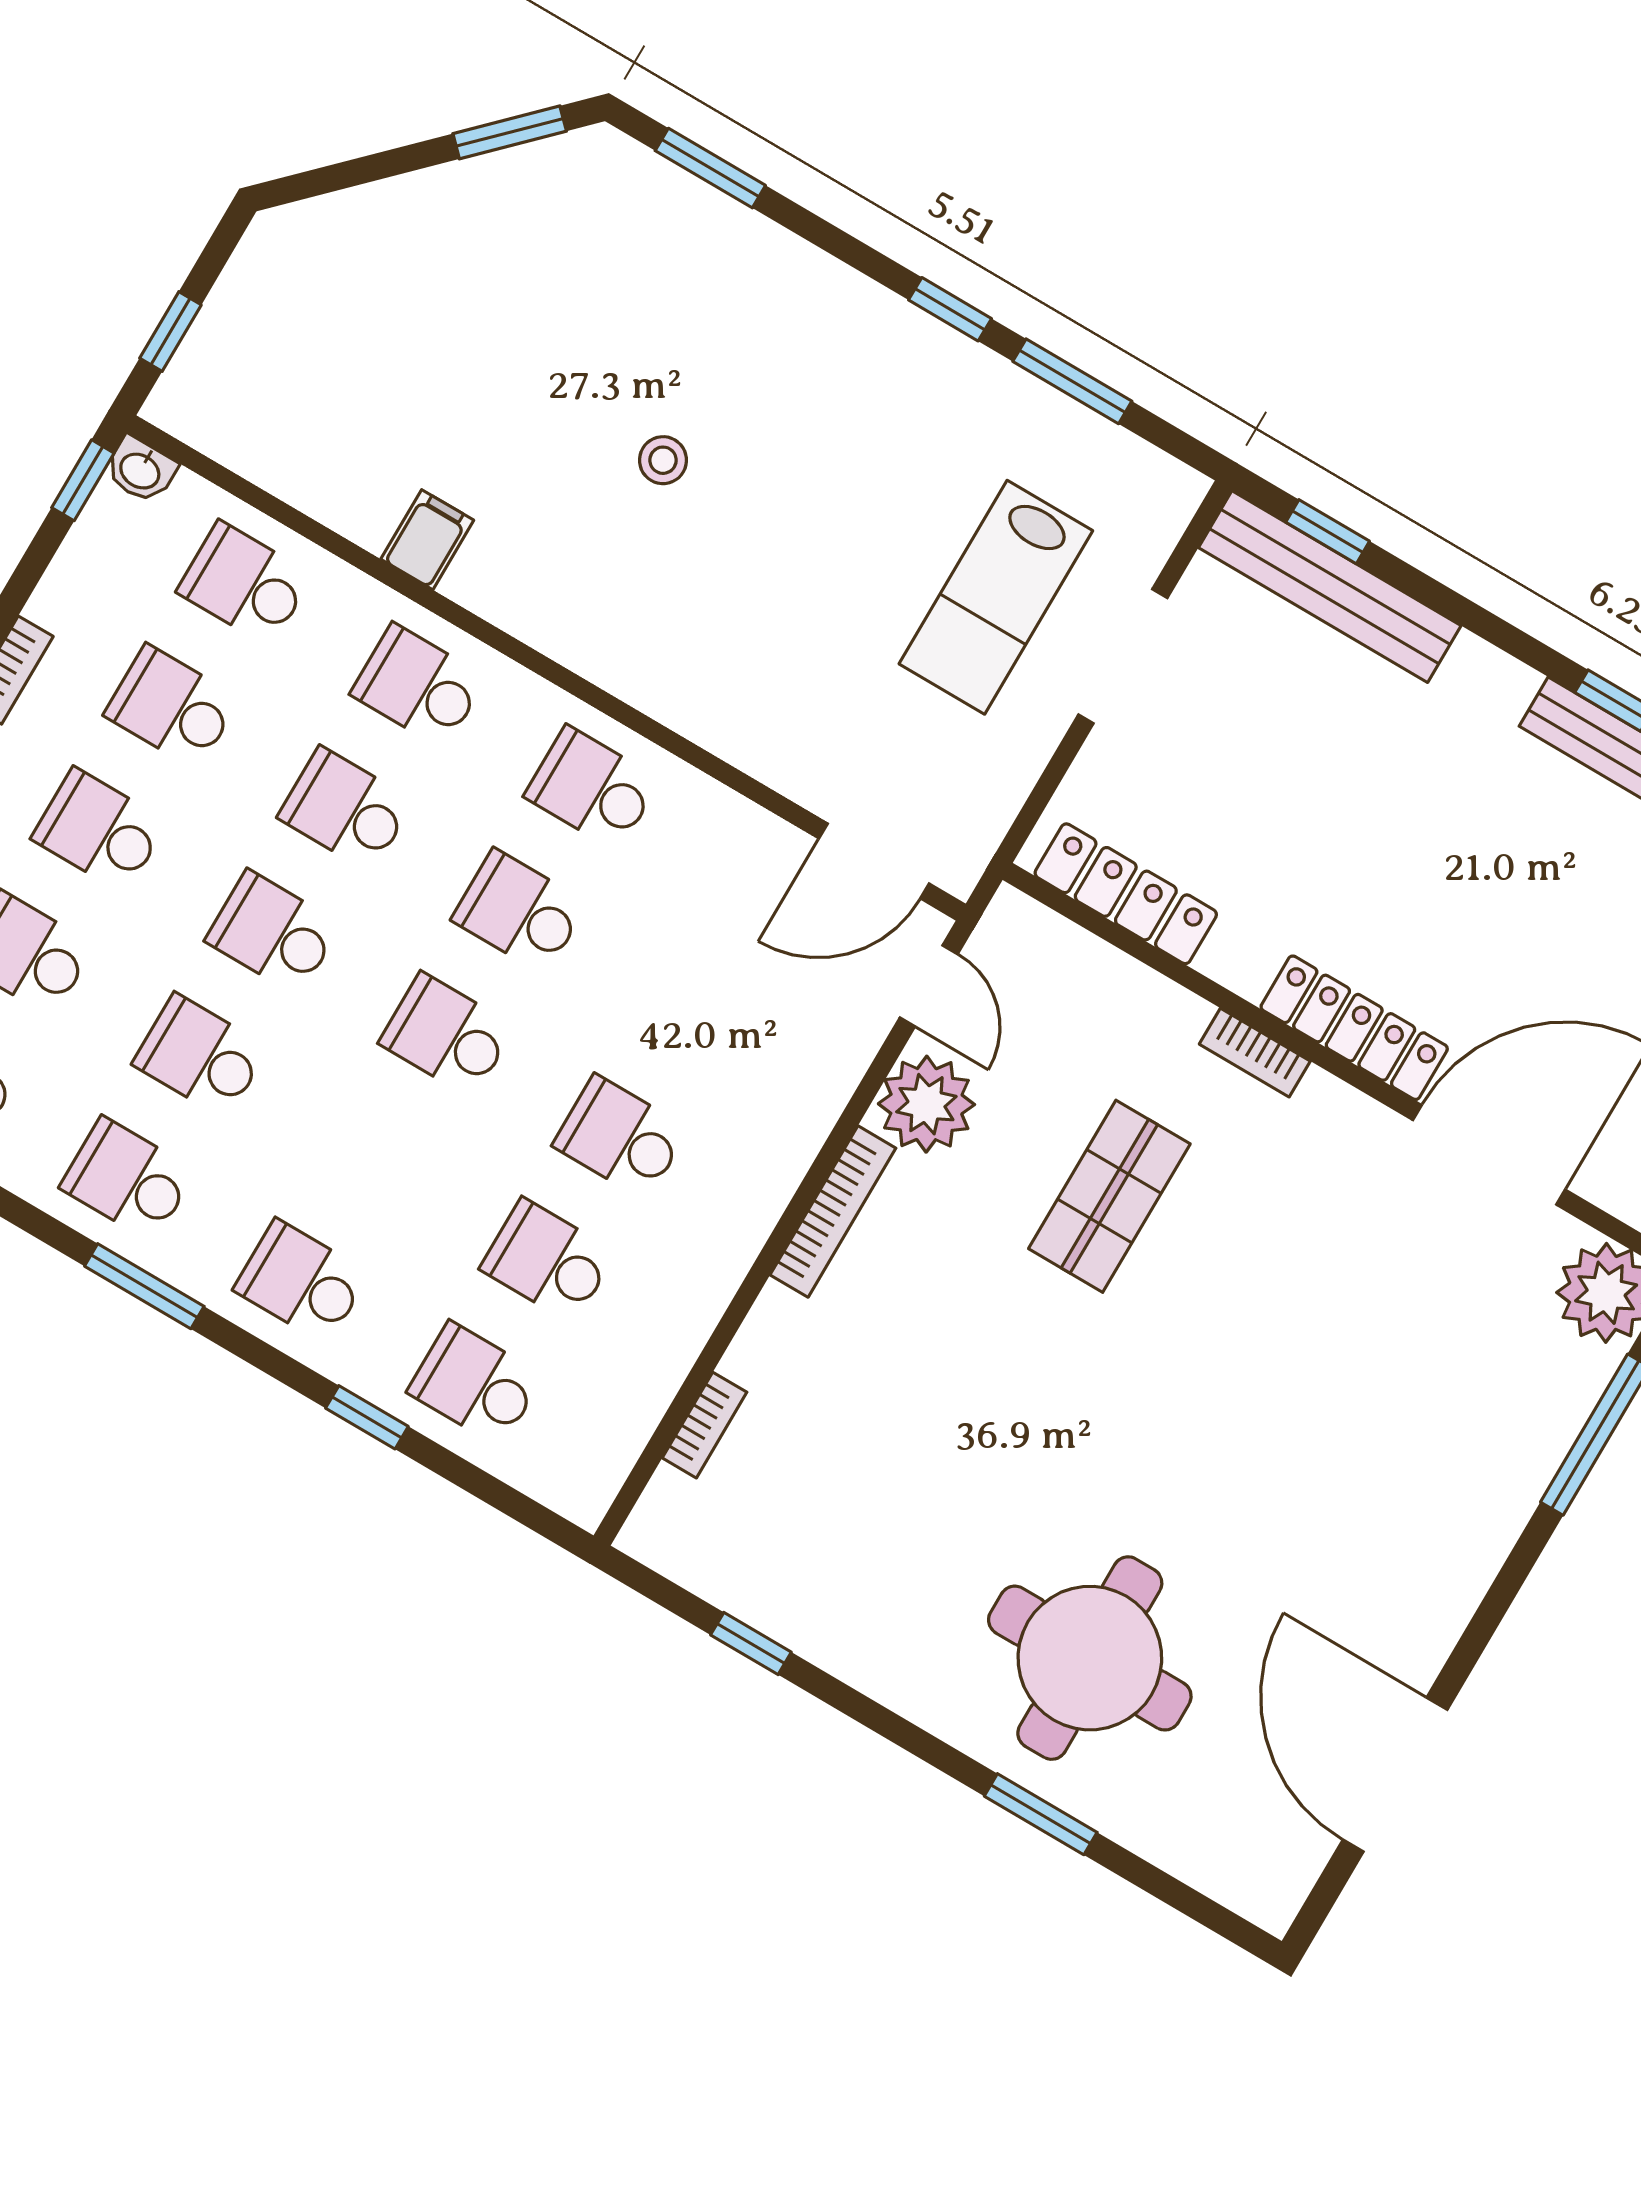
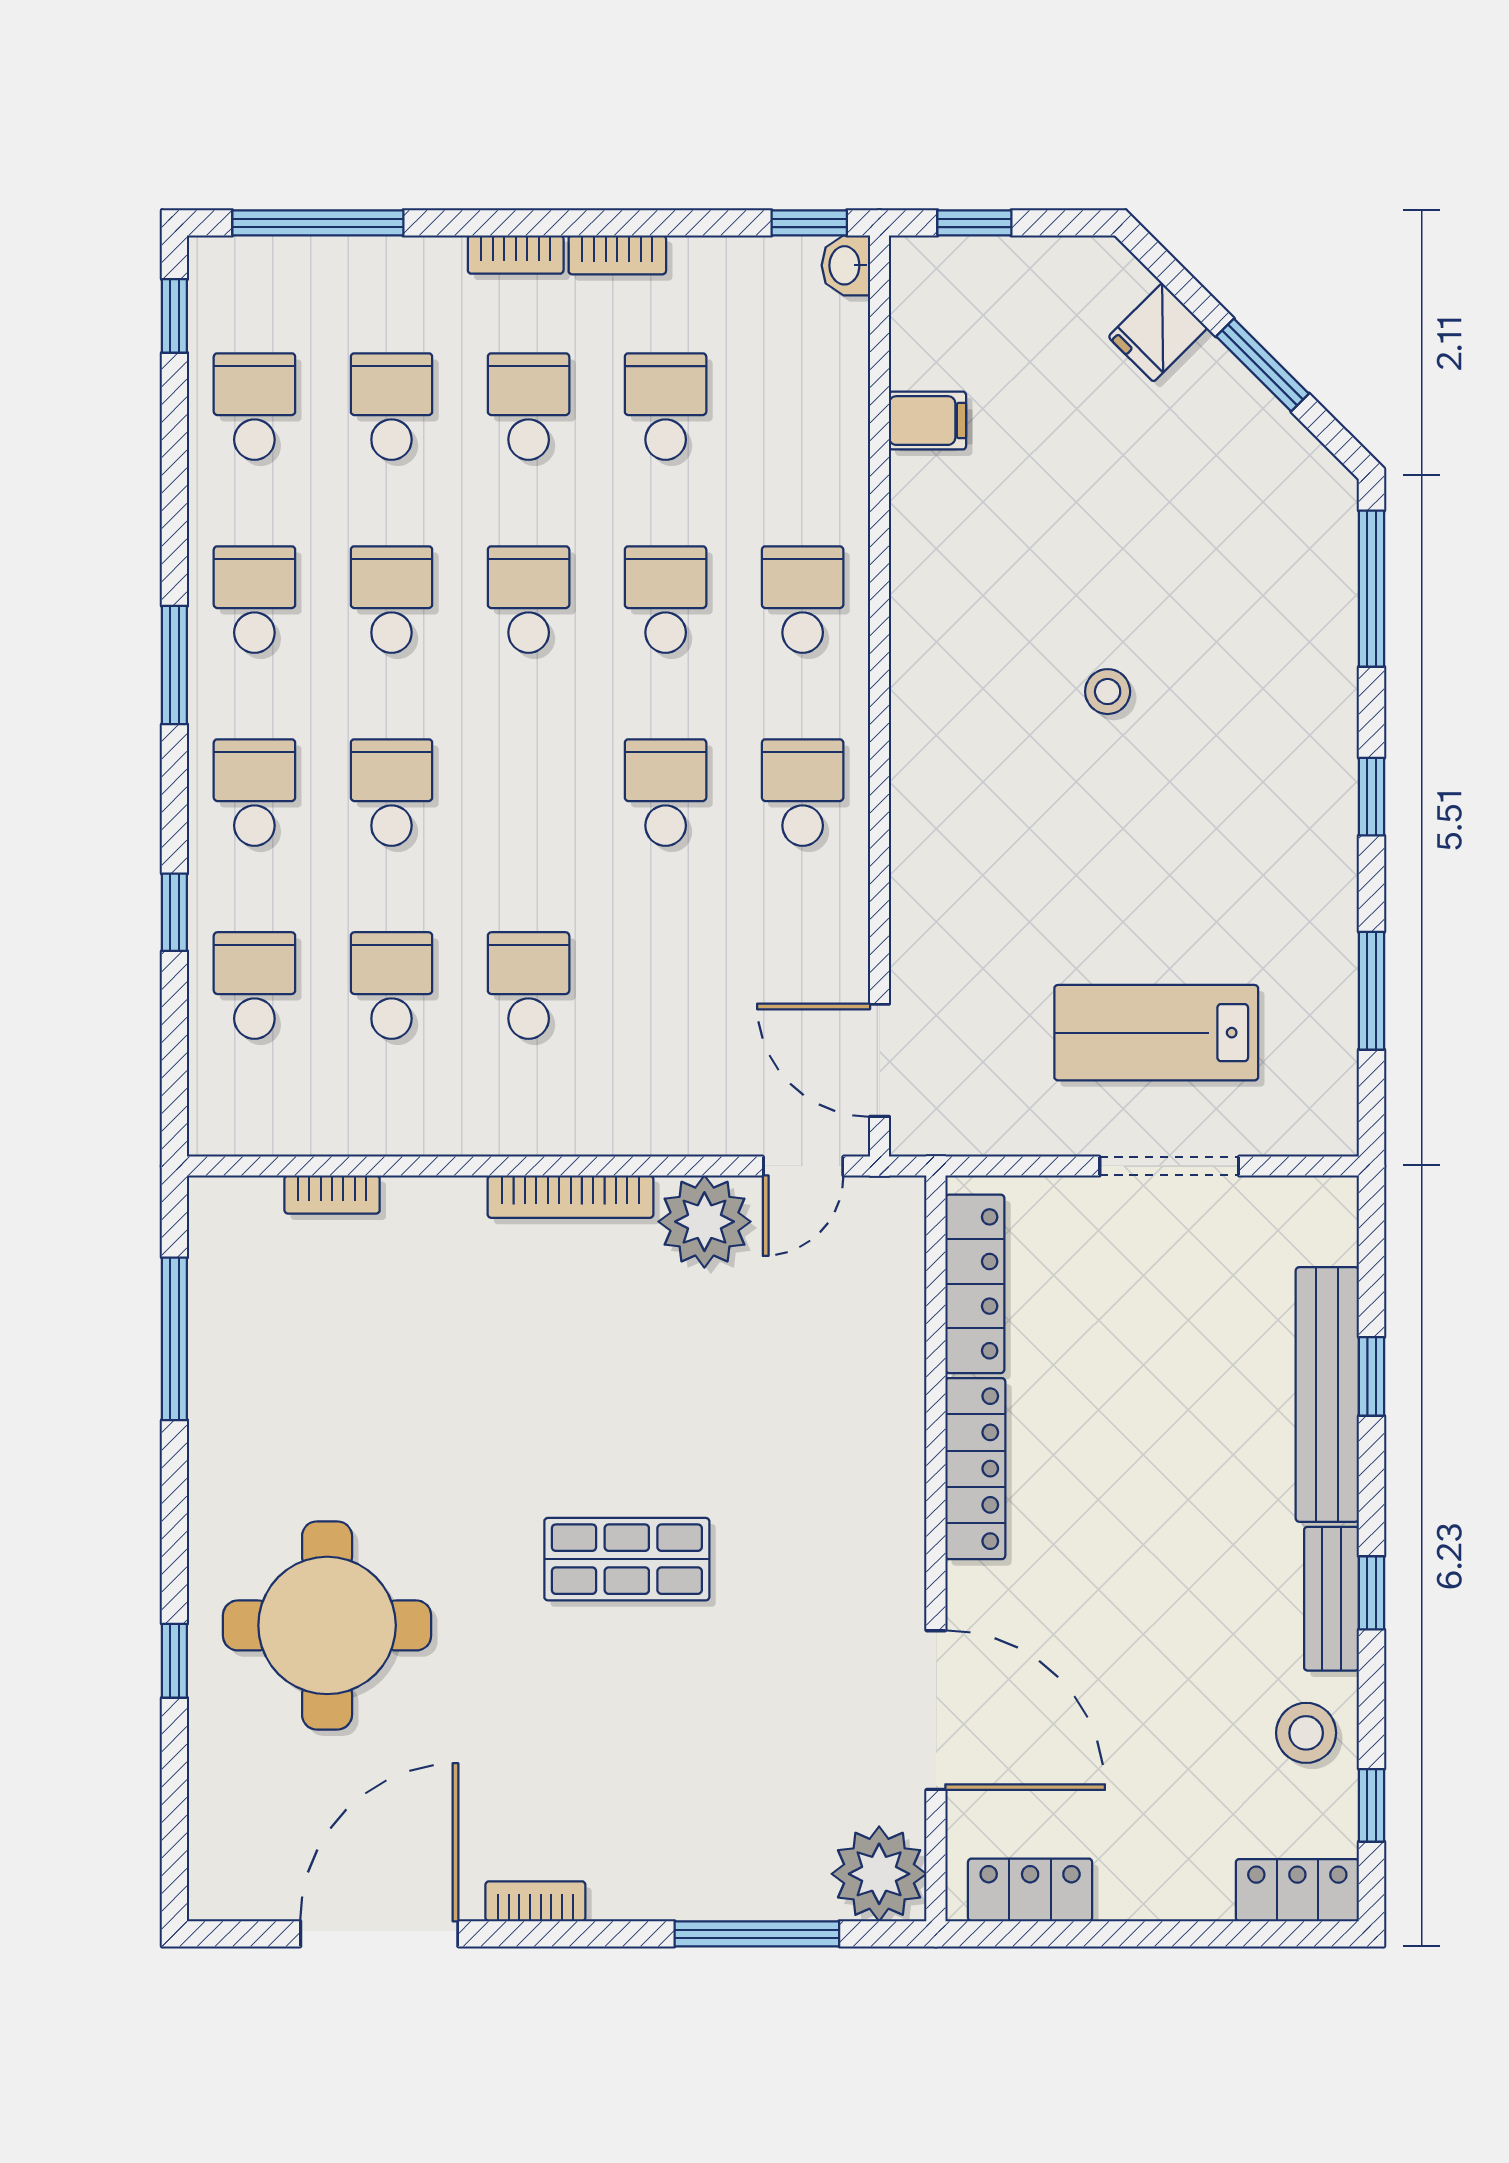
window: (510, 132) -> (1263, 365), moved
window: (710, 168) -> (1371, 589), width x1.44
fridge: (366, 224) -> (1158, 332), added
window: (950, 309) -> (1371, 797), moved
window: (1328, 532) -> (1371, 1376), moved
filing cabinet: (427, 540) -> (928, 421), moved
school desk: (245, 584) -> (803, 407), removed
bench: (1330, 587) -> (1327, 1394), moved
locker: (1354, 1028) -> (975, 1469), moved
school desk: (447, 1035) -> (391, 793), moved
bookcase: (1255, 1053) -> (535, 1901), moved, turned 90
shop shelf: (1109, 1196) -> (627, 1559), moved
window: (751, 1643) -> (174, 1339), width x2.17
window: (1041, 1814) -> (174, 1661), width x0.67

